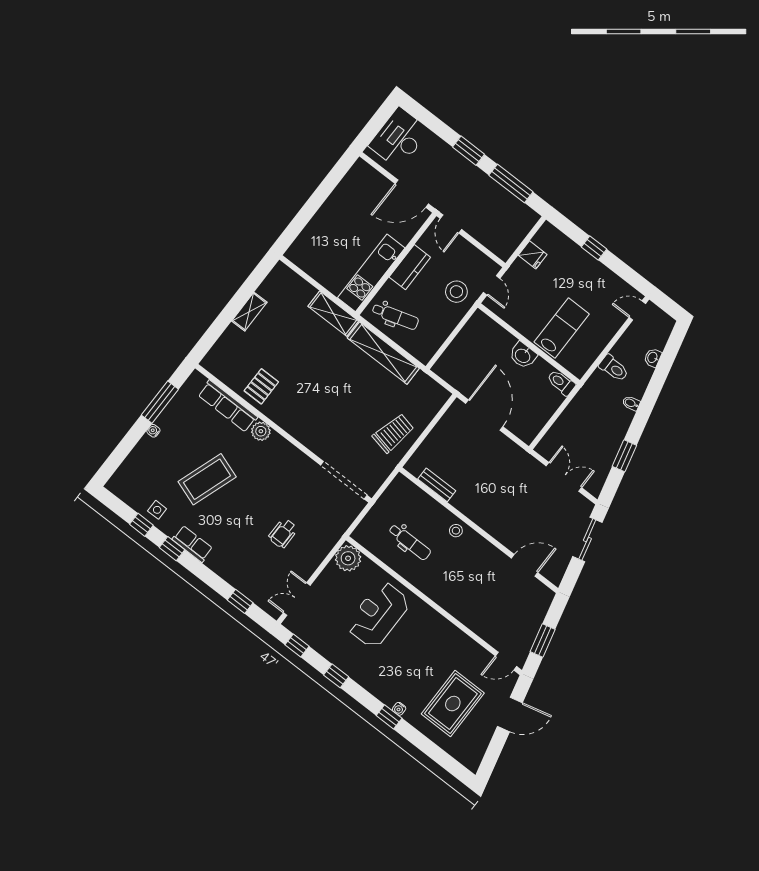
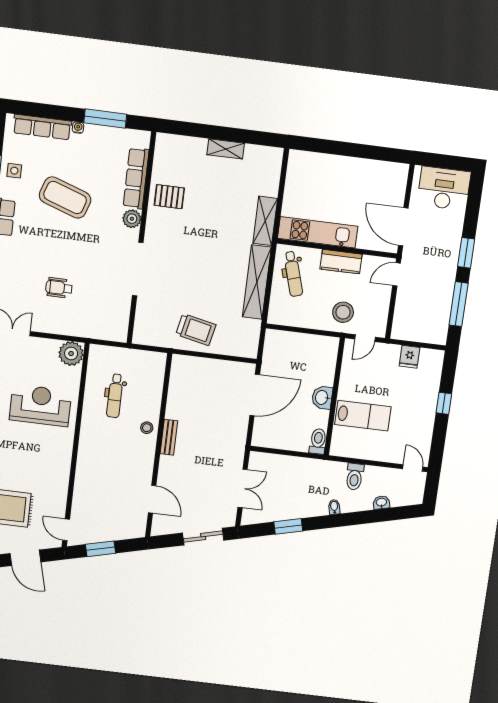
row of seats: (134, 462) -> (42, 127), added
doorway: (344, 480) -> (138, 269), moved
bench: (437, 485) -> (169, 437), moved

